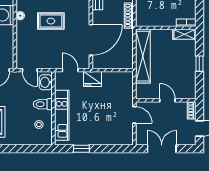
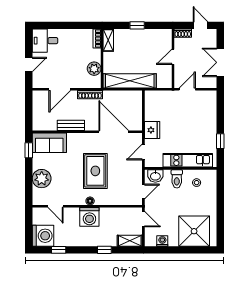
plant: (155, 20) -> (94, 69), added
rug: (51, 21) -> (95, 171), width x1.36, depth x1.43

